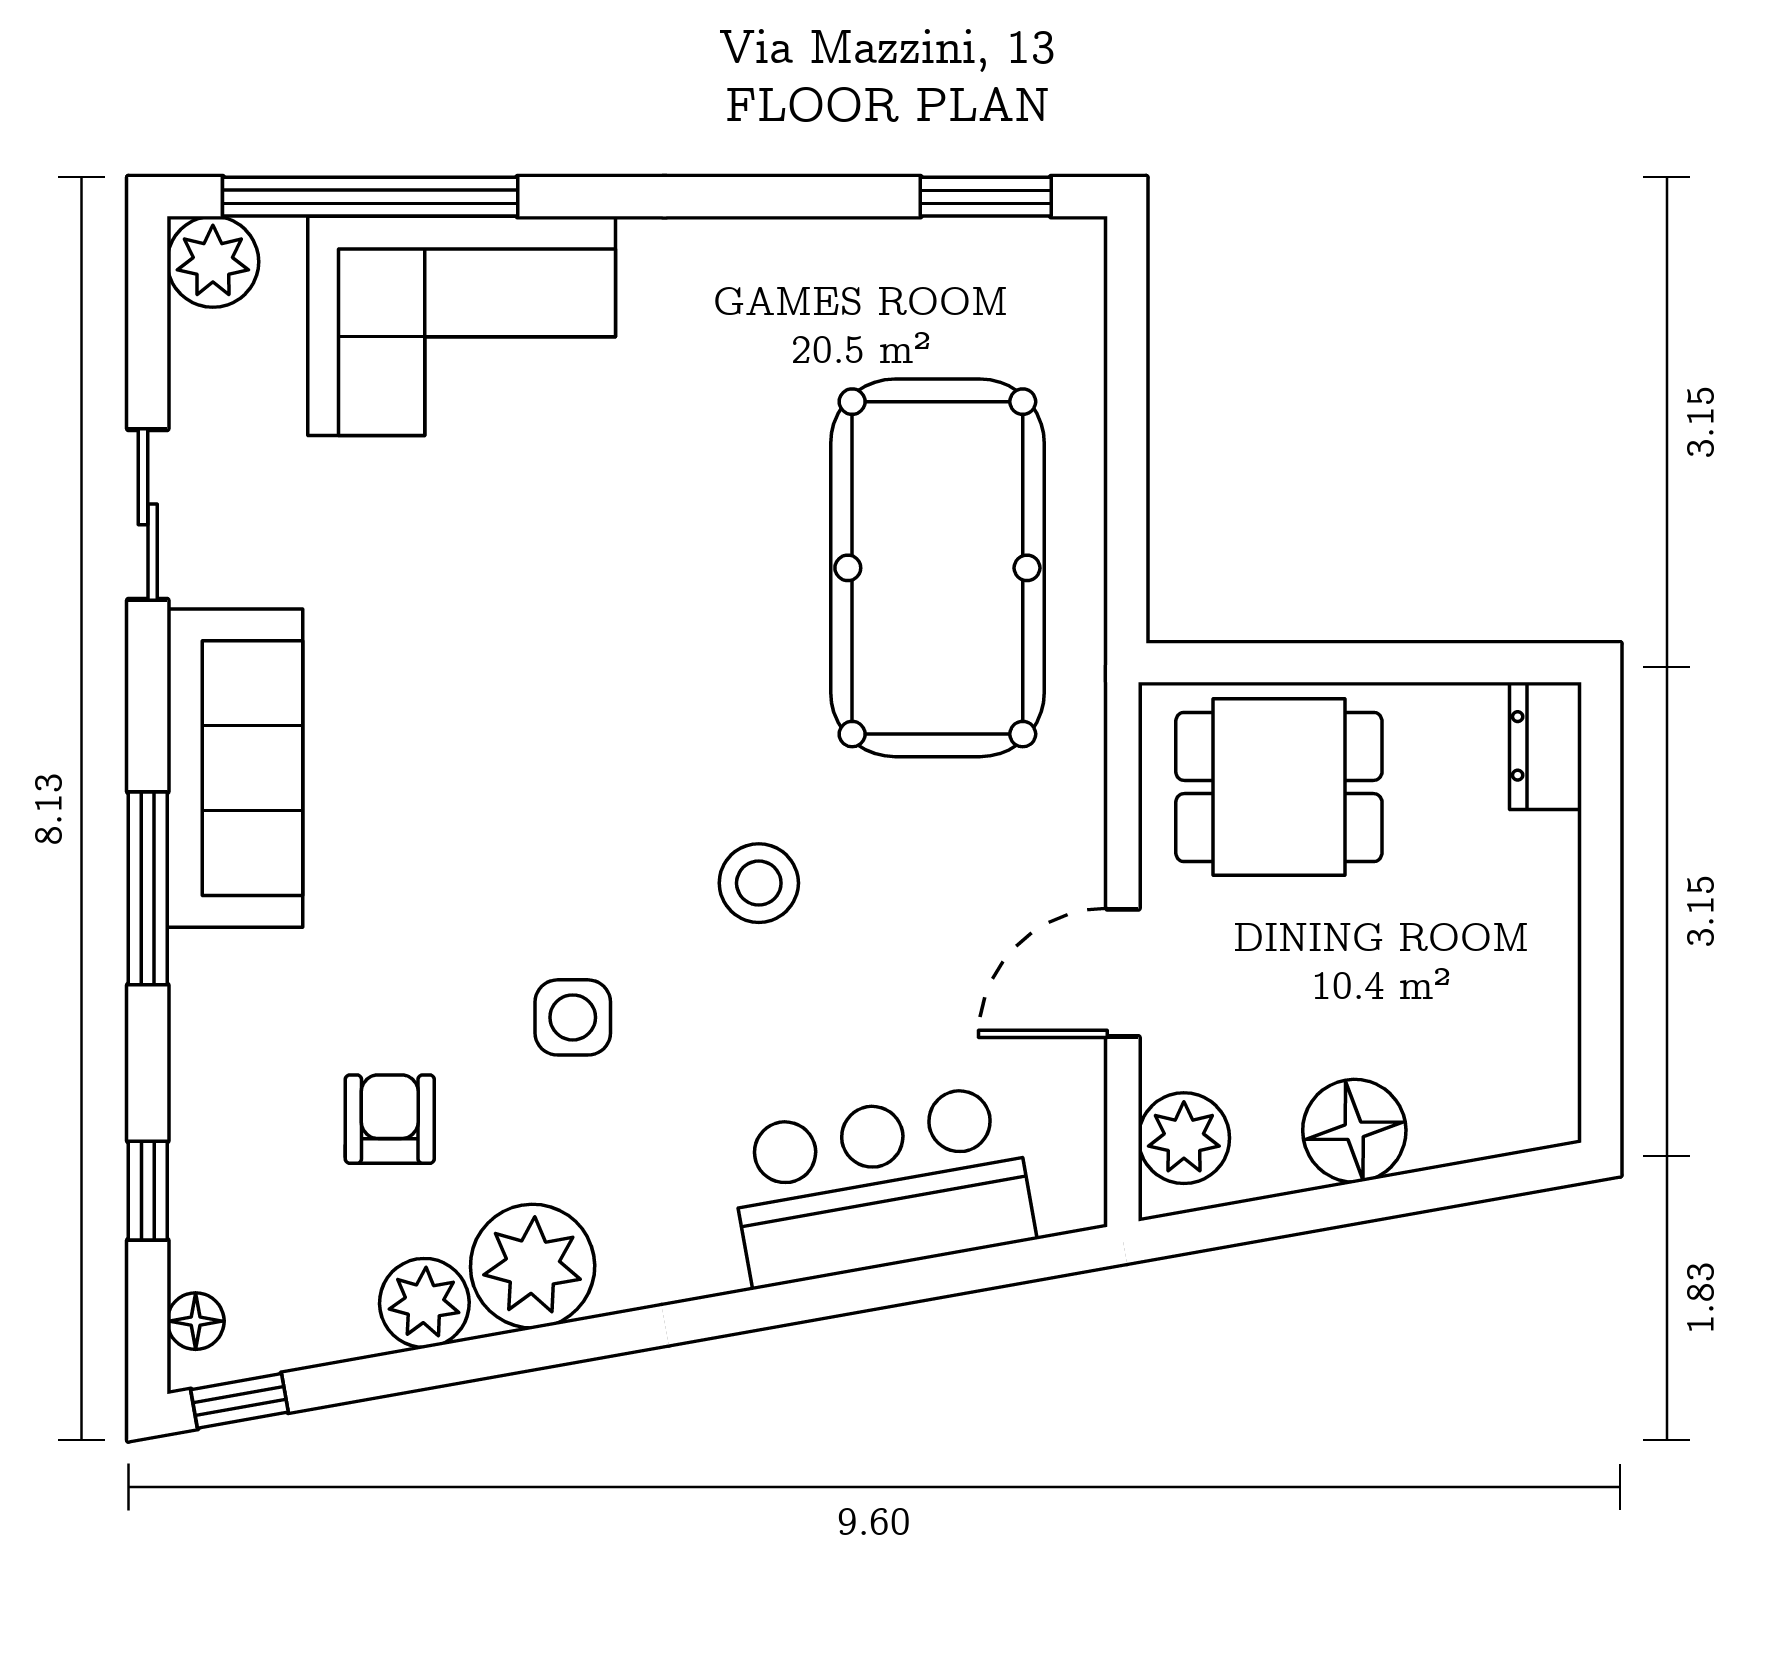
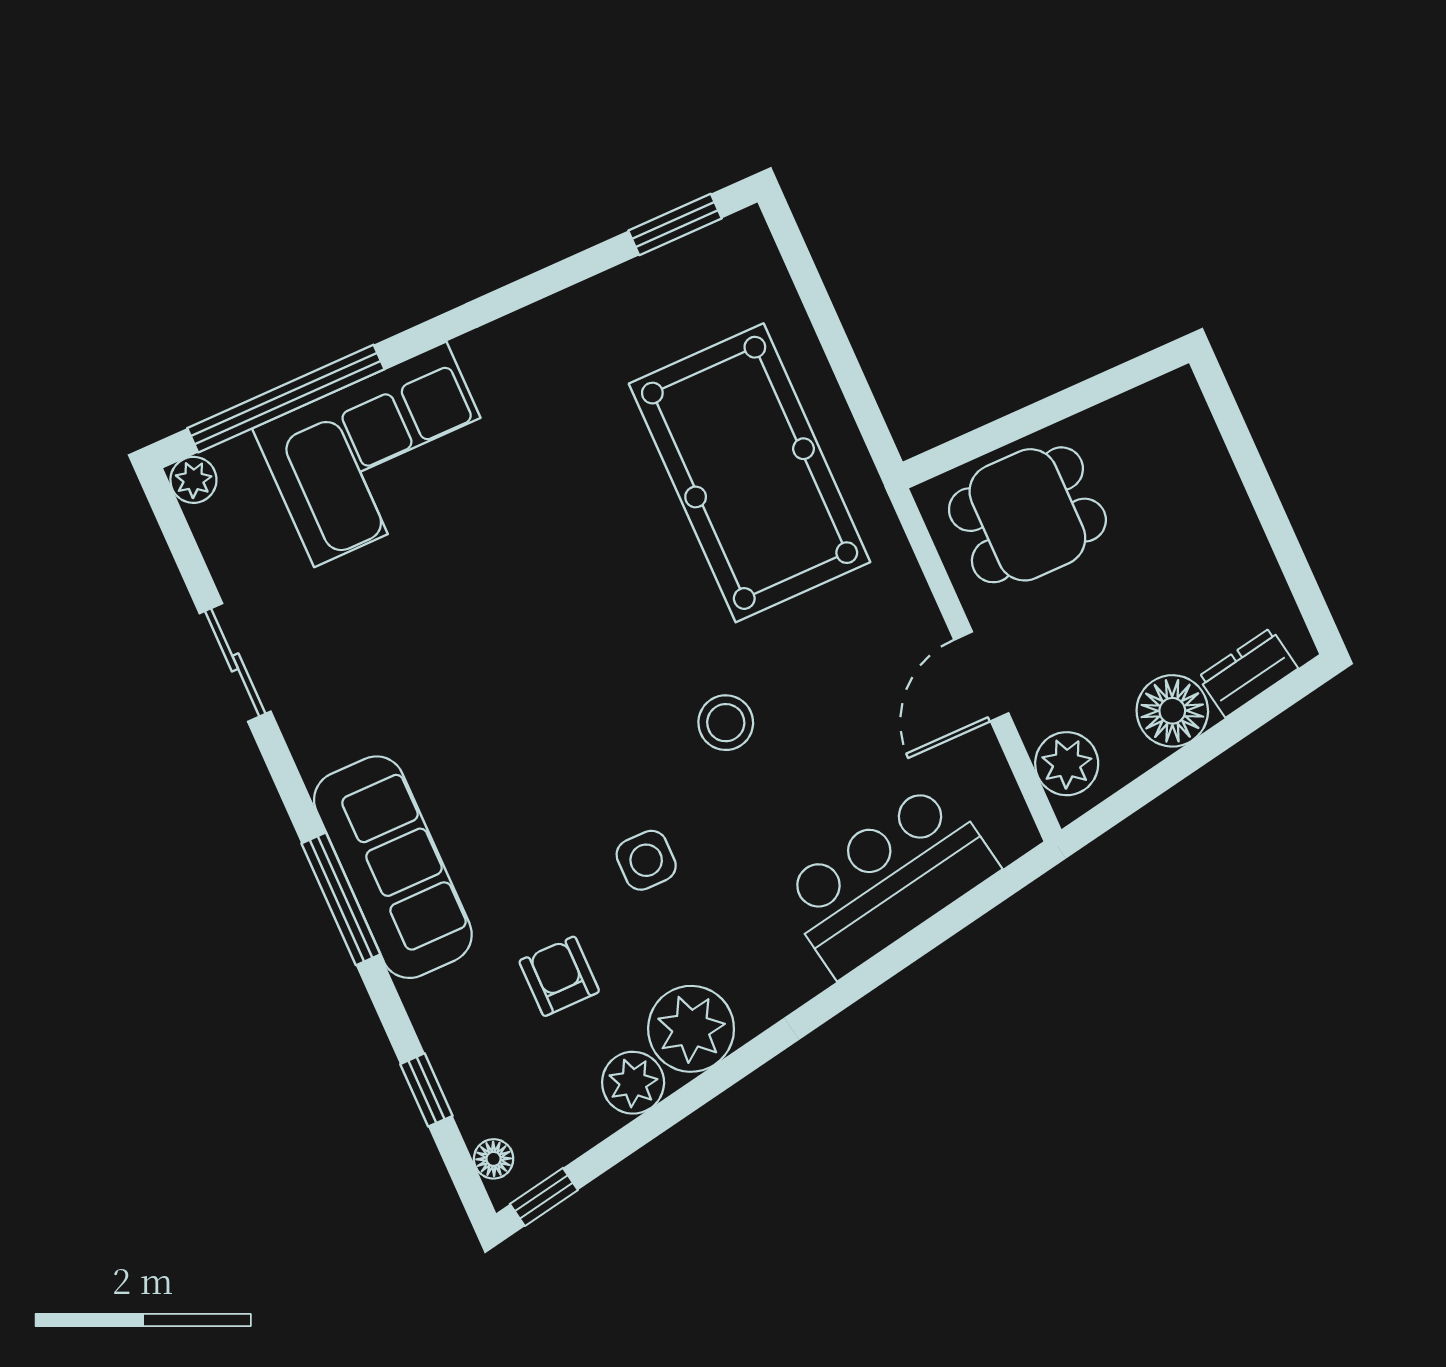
plant: (213, 262) -> (193, 480), width x0.73, depth x0.73
dresser: (1546, 746) -> (1248, 673), moved, turned 80
sofa: (235, 768) -> (393, 867), moved

